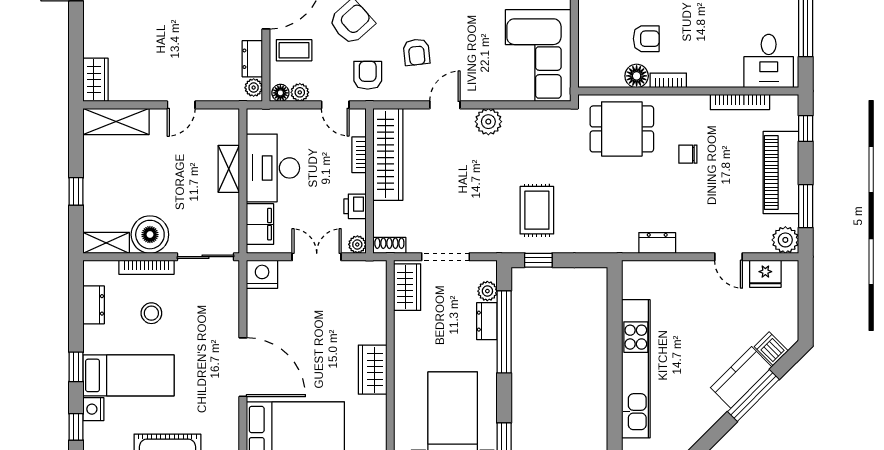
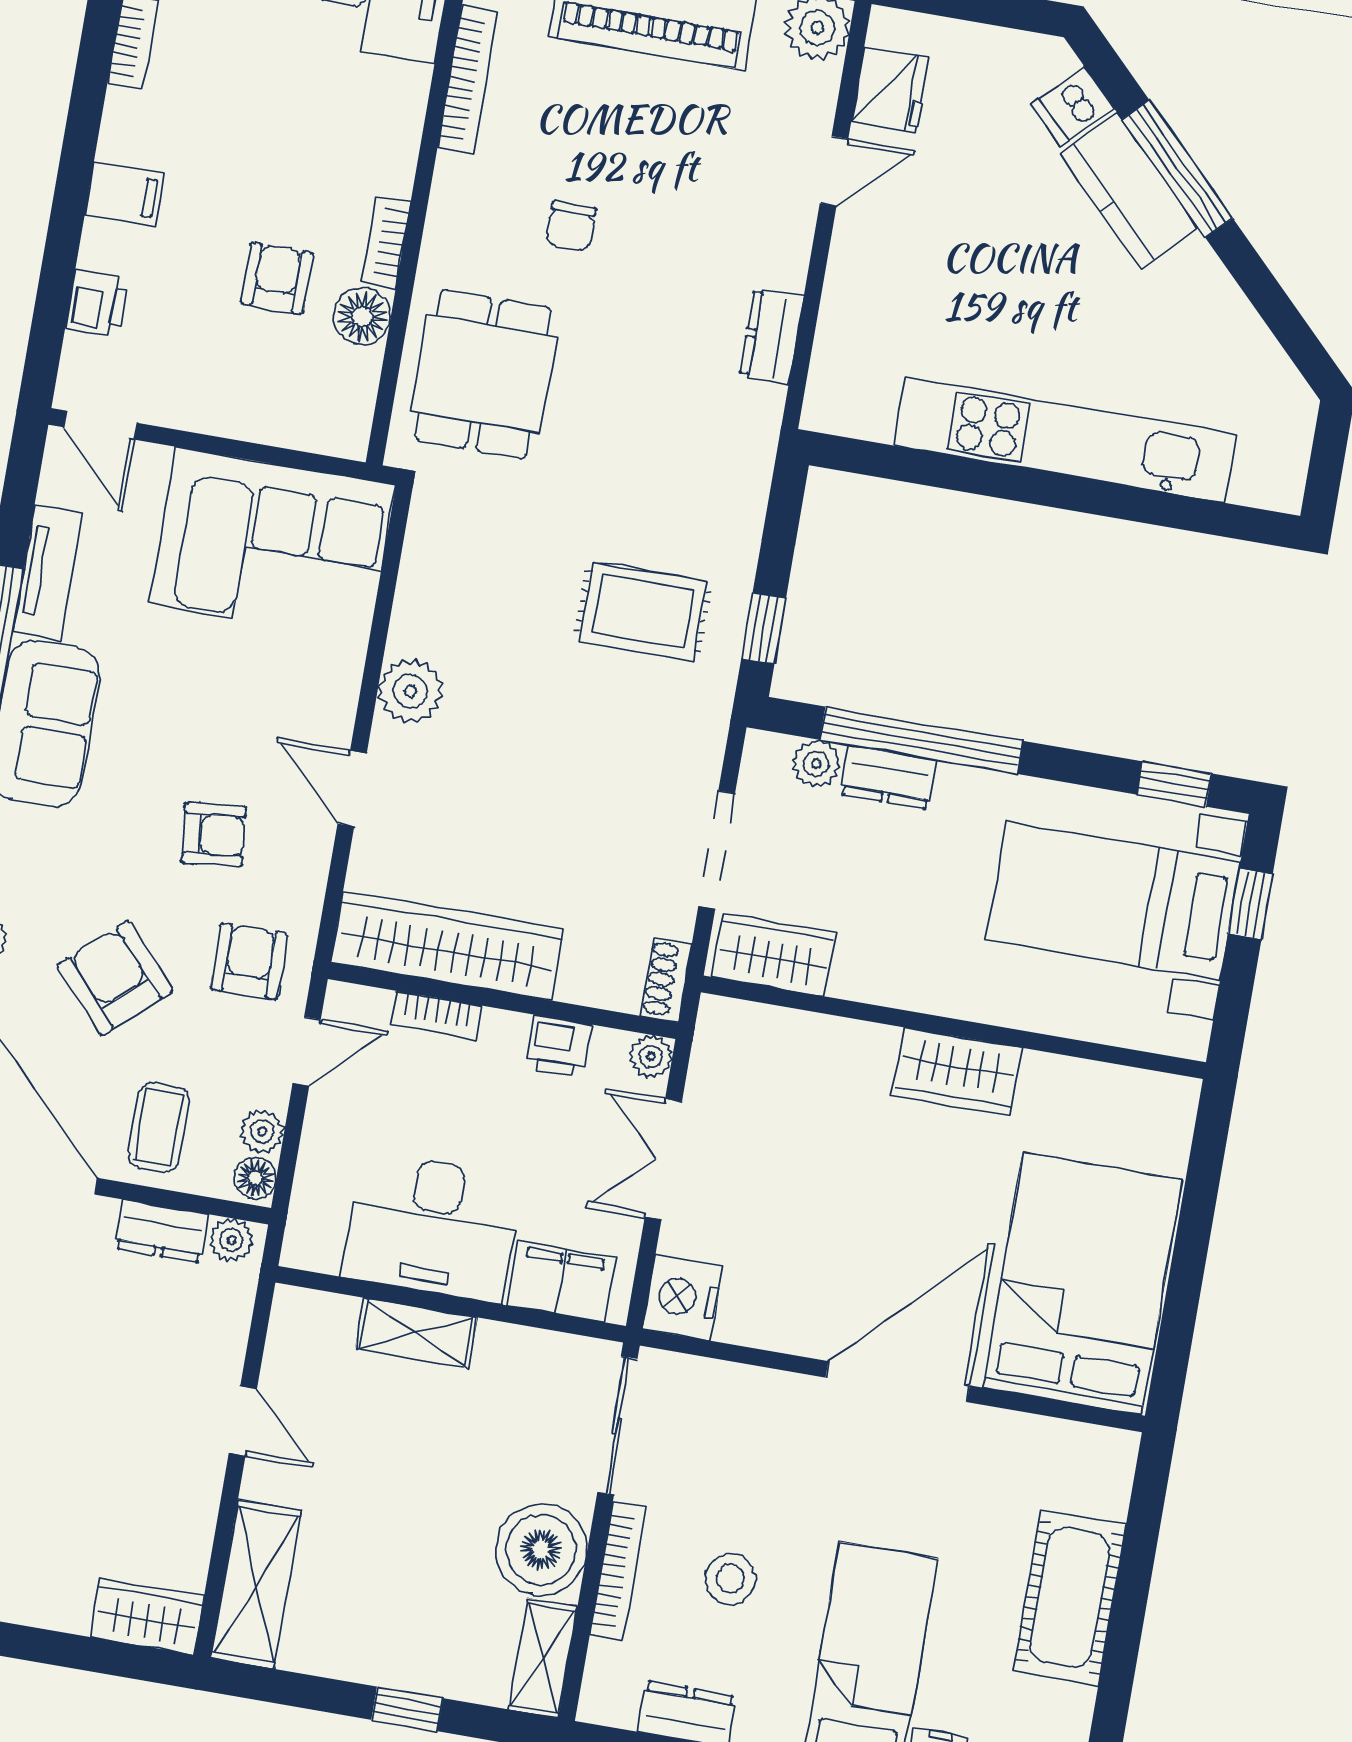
armchair: (368, 75) -> (249, 961), turned 89

